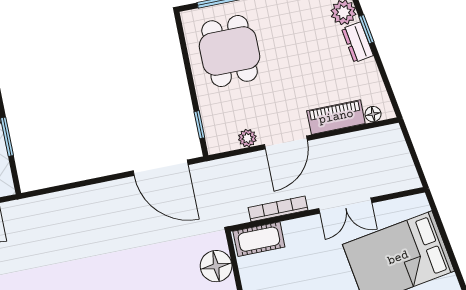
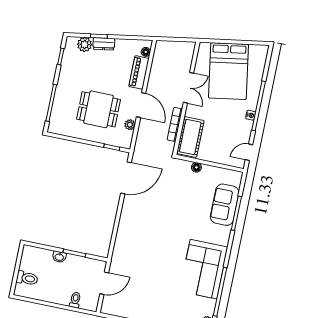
dining table: (230, 51) -> (99, 109), moved
cot: (259, 239) -> (190, 137), width x1.37, depth x1.34
floor lamp: (216, 266) -> (196, 167), width x0.53, depth x0.53

